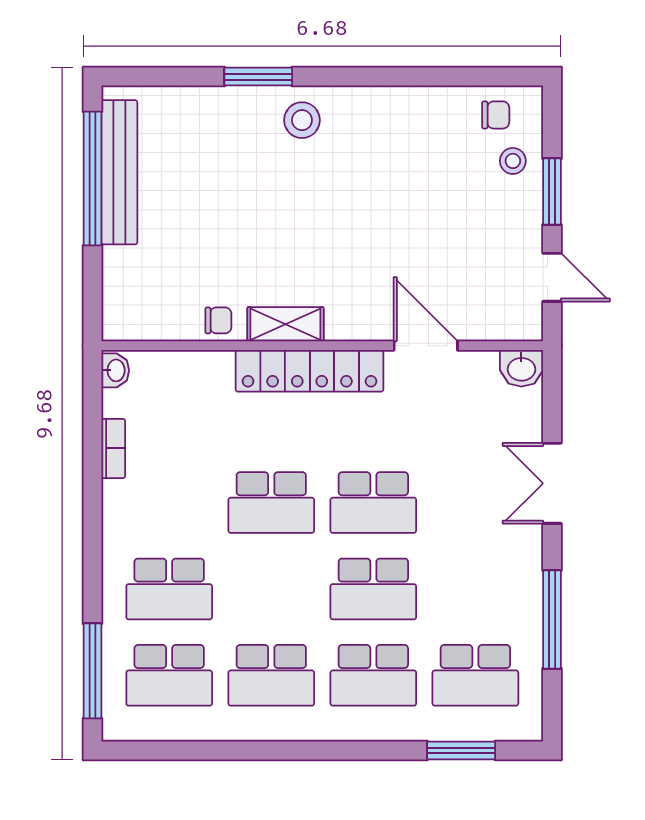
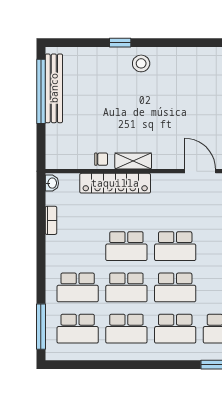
window: (258, 77) -> (120, 43), width x0.67
locker: (310, 371) -> (115, 183), moved
school desk: (271, 589) -> (126, 287), added

